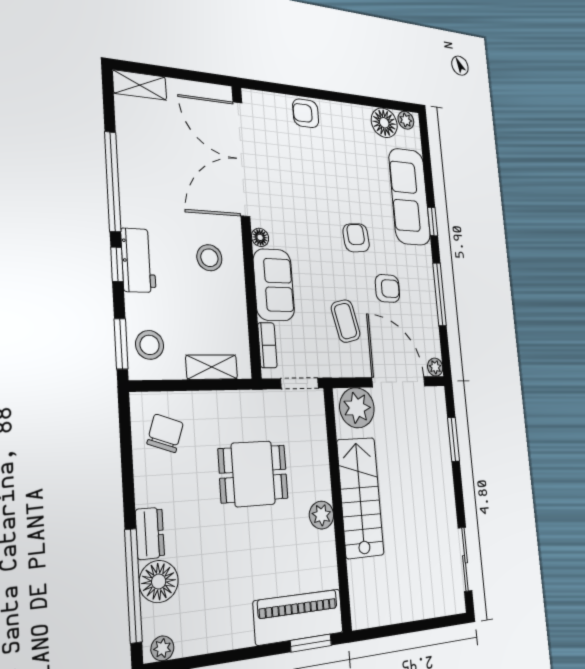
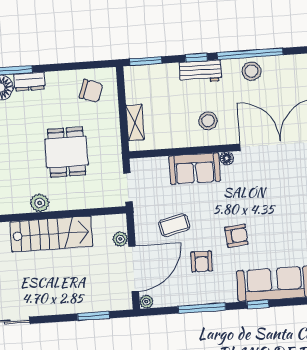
stool: (150, 345) -> (251, 71), moved
bookcase: (267, 345) -> (152, 163), removed
plant: (357, 408) -> (120, 239), width x0.53, depth x0.53

